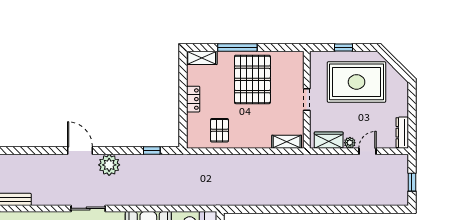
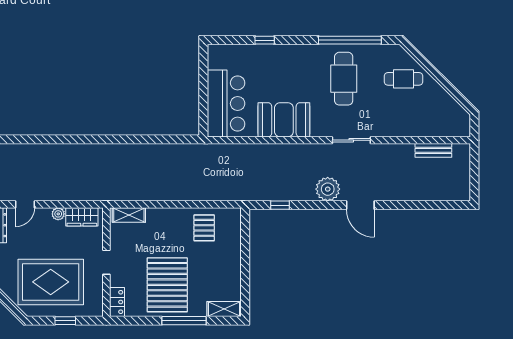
locker: (193, 99) -> (117, 302), moved, turned 180
door: (367, 151) -> (25, 204), moved

